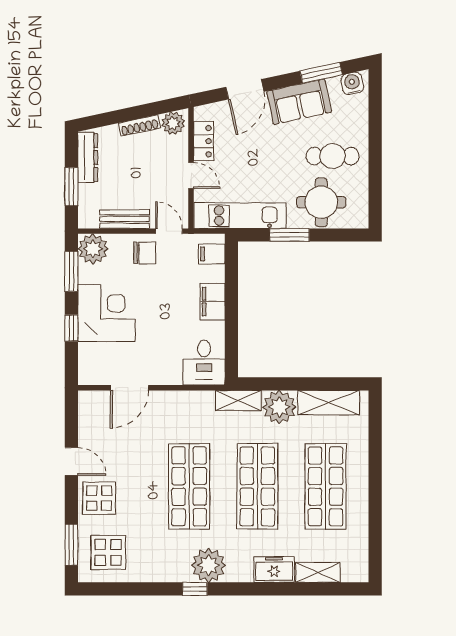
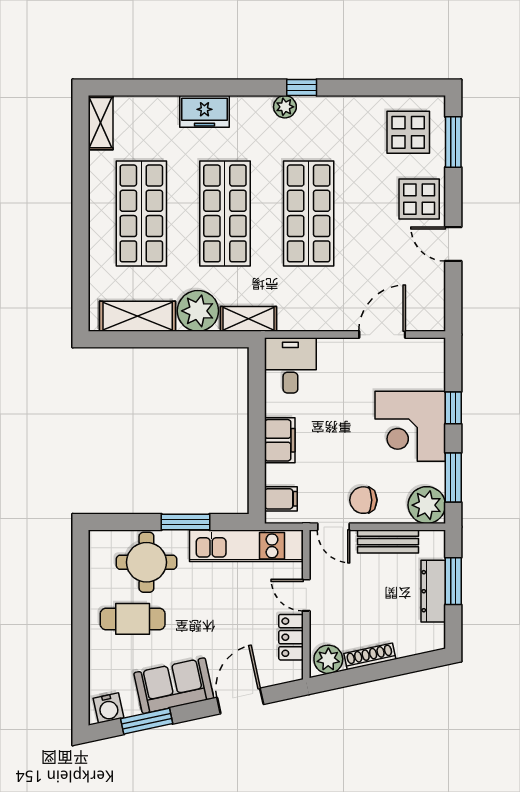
dresser: (88, 158) -> (433, 591), moved
plant: (209, 565) -> (285, 107), width x0.53, depth x0.53
shelving: (318, 573) -> (101, 123), moved, turned 90

